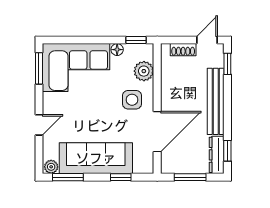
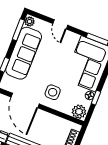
window: (136, 40) -> (96, 98), moved
plant: (144, 71) -> (79, 112), moved

